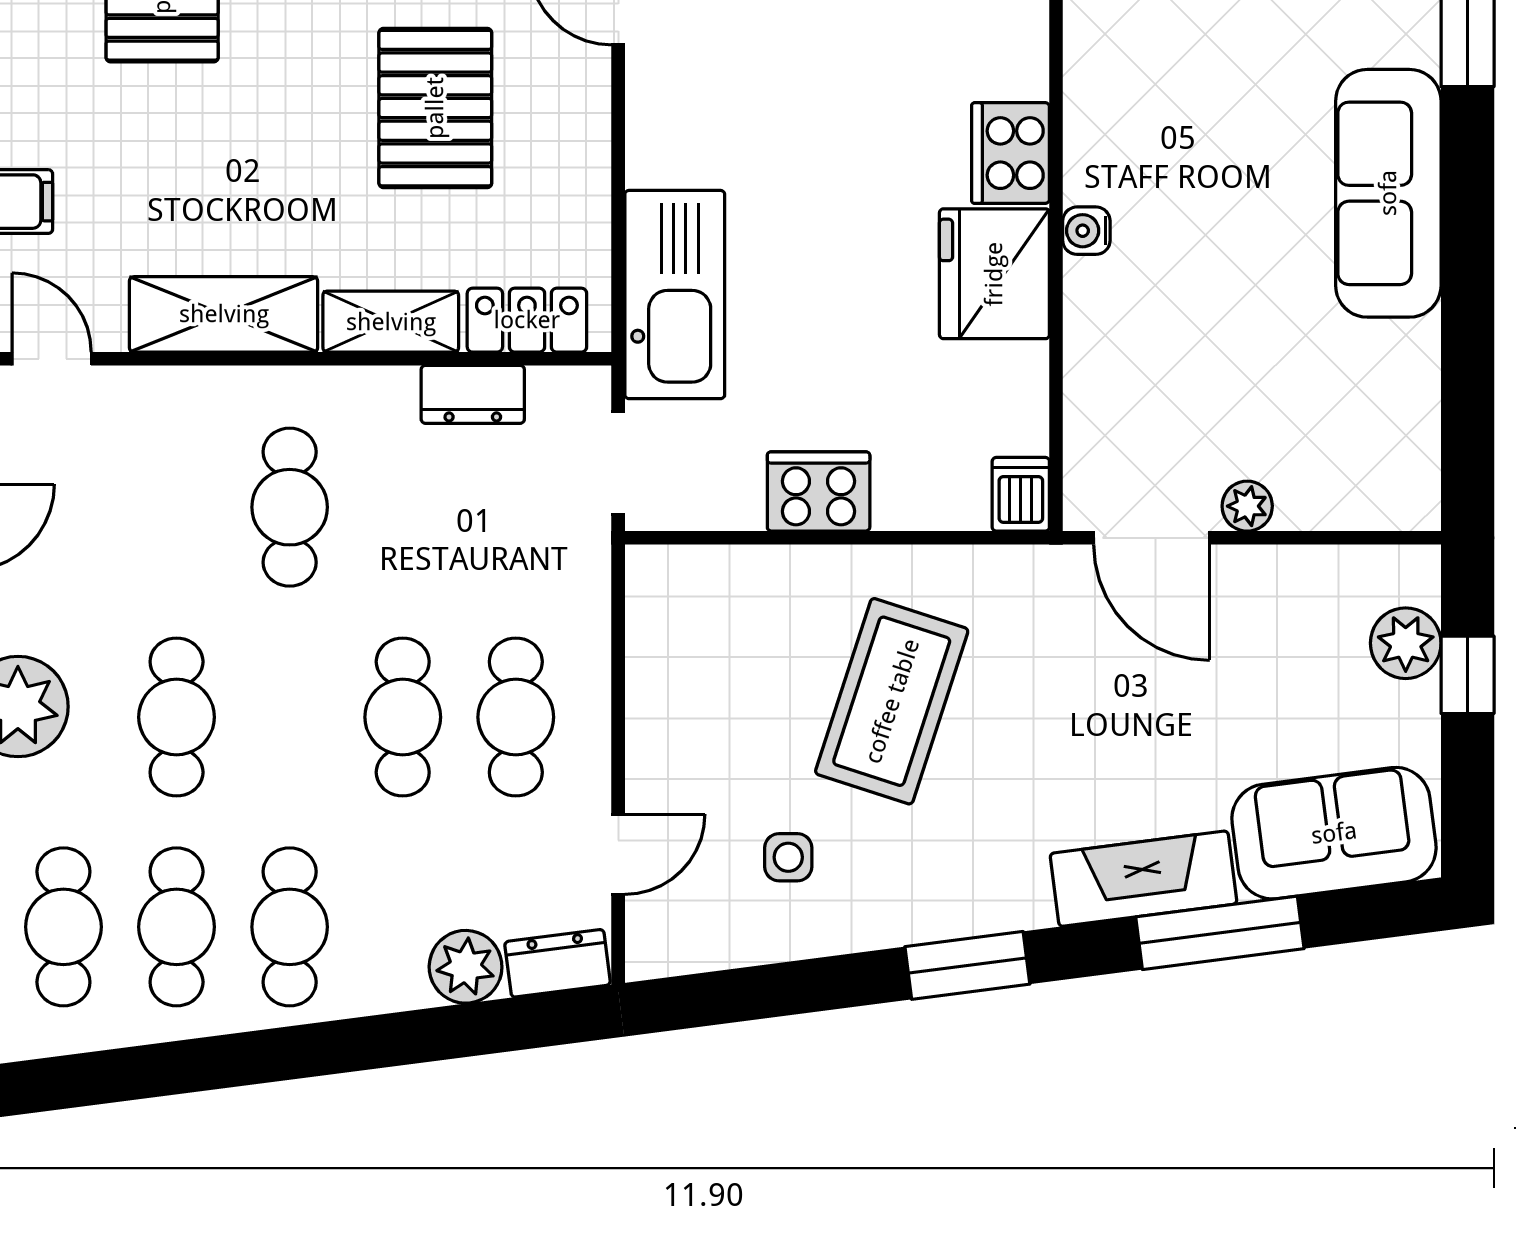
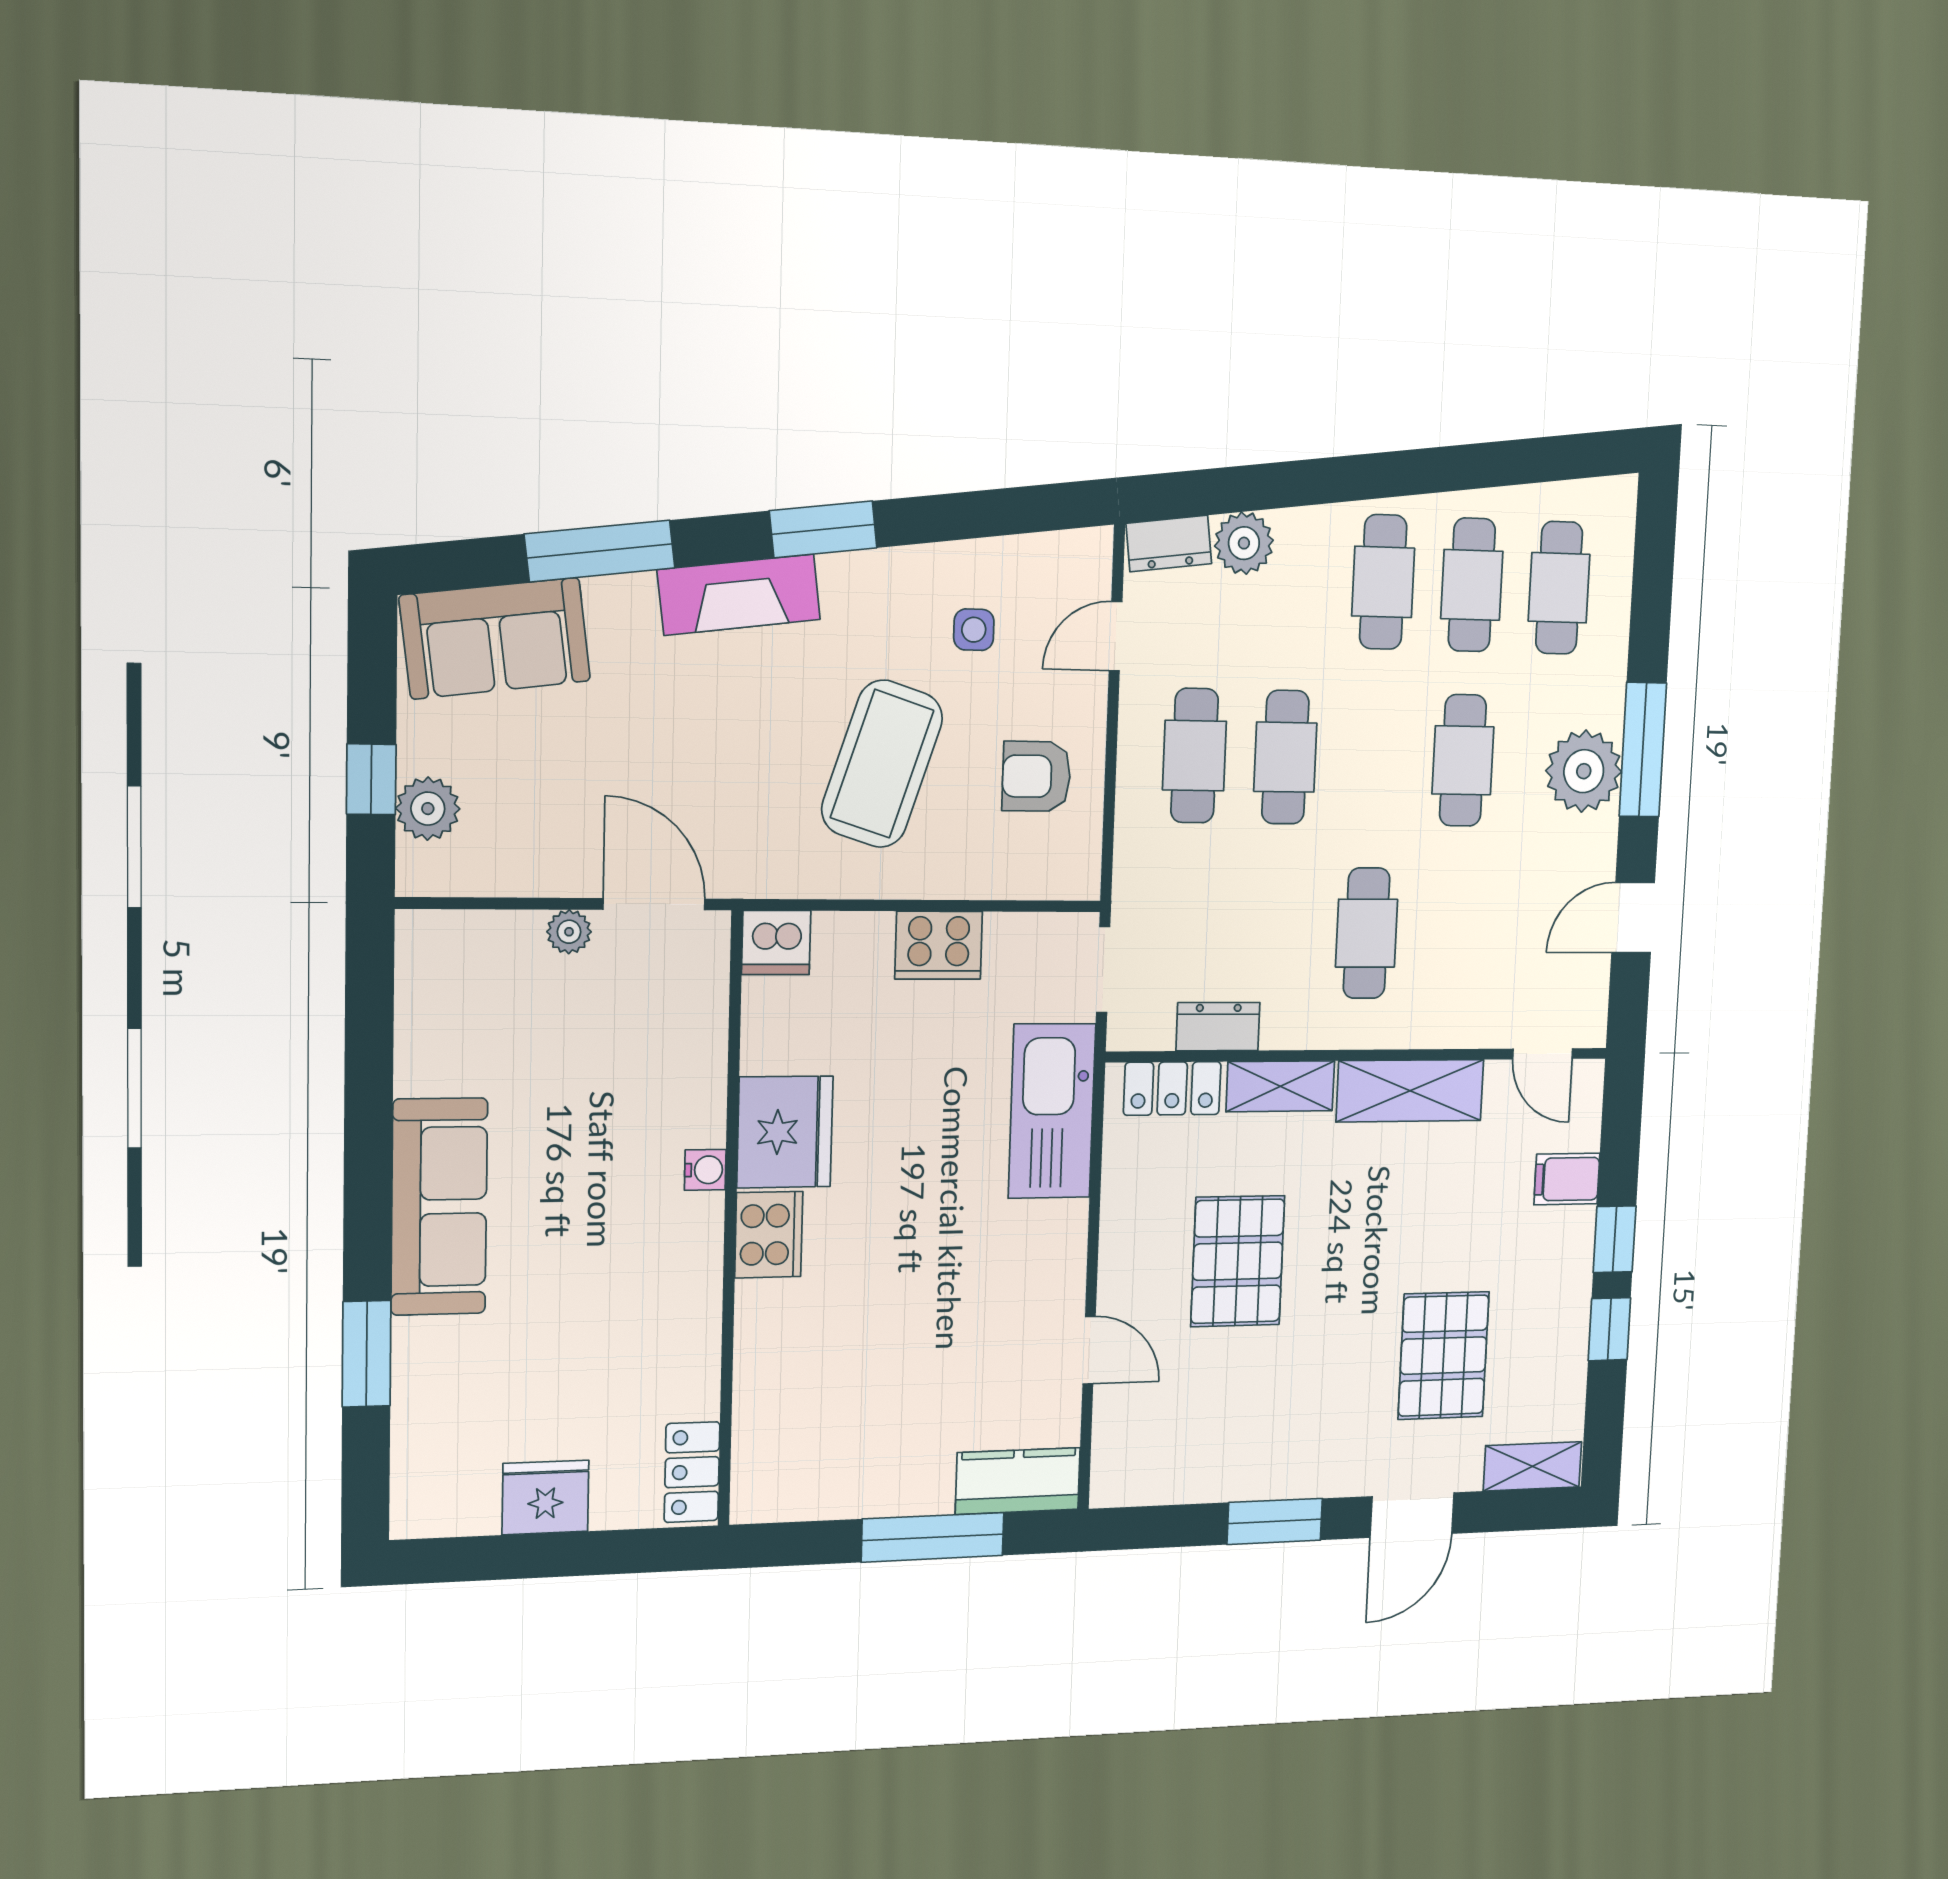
dishwasher: (1021, 494) -> (776, 943), width x1.38
armchair: (708, 690) -> (1036, 776), added
fireplace: (1144, 879) -> (739, 595), moved

